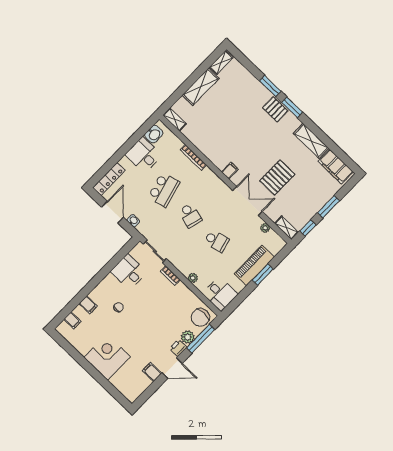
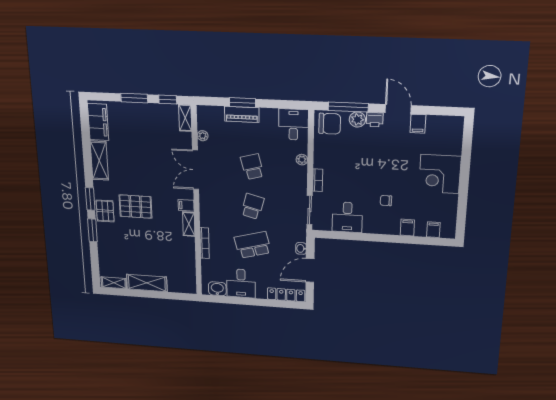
shelving: (175, 119) -> (189, 224), moved
pallet: (277, 178) -> (135, 207), moved
piano: (254, 265) -> (242, 114), width x0.73, depth x0.75

